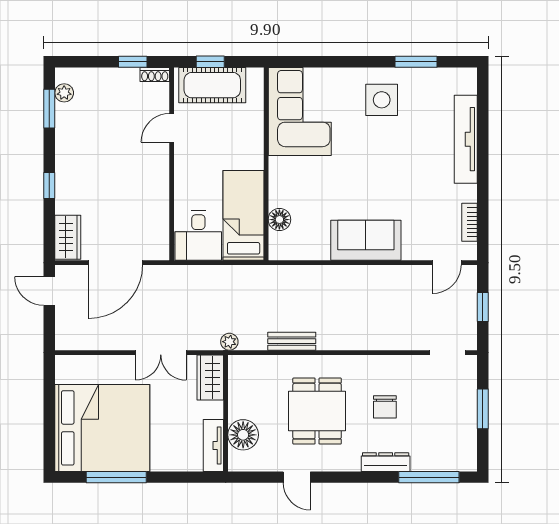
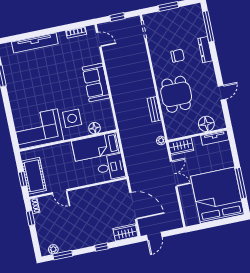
side table: (382, 100) -> (72, 118), moved
dining table: (317, 411) -> (176, 94), moved, turned 90

